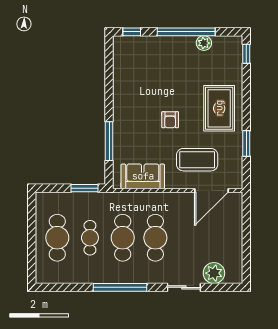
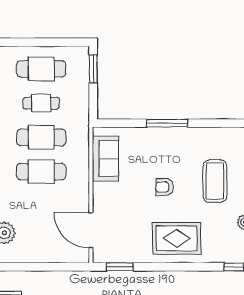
window: (109, 141) -> (167, 123), moved
window: (246, 143) -> (120, 267), moved
coffee table: (197, 160) -> (215, 181), moved
window: (84, 188) -> (93, 69), moved

